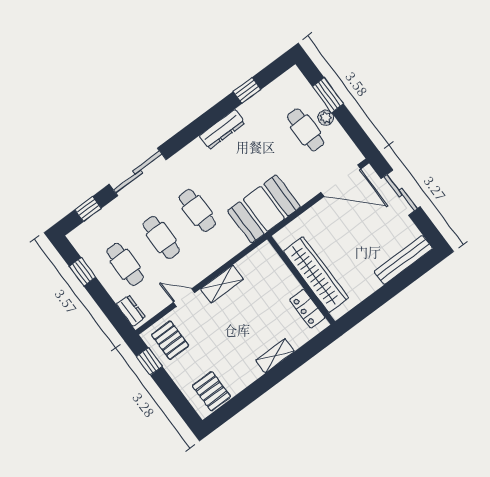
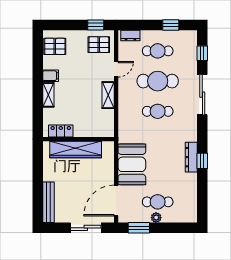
window: (247, 90) -> (202, 161), moved
window: (328, 95) -> (139, 228), moved
booth: (264, 209) -> (132, 164), moved
cafe table: (161, 237) -> (158, 81), width x1.37, depth x1.35
filing cabinet: (250, 370) -> (51, 76), added

